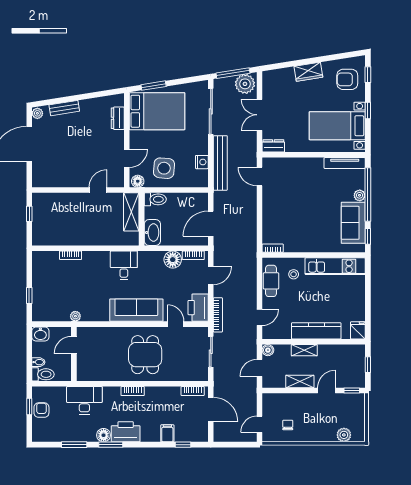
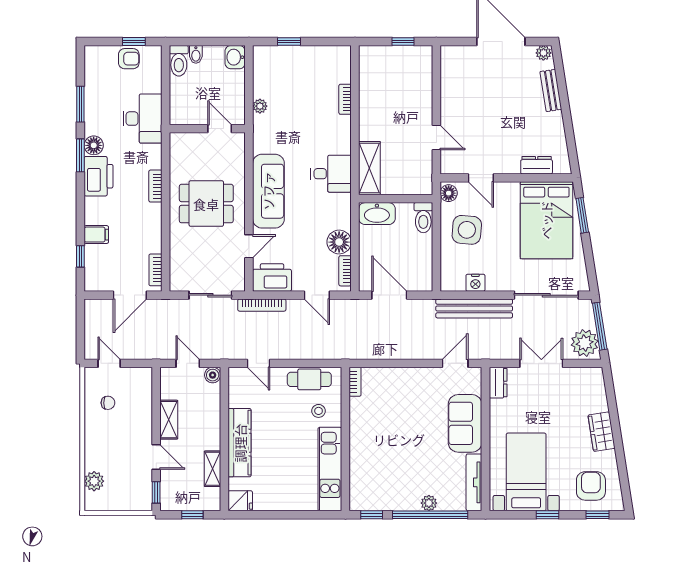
shelving: (131, 212) -> (369, 168), moved, turned 90
sofa: (353, 223) -> (465, 423), moved, turned -90
door: (74, 345) -> (220, 129), moved
shelving: (304, 350) -> (212, 469), moved
wall: (74, 354) -> (207, 129), moved

